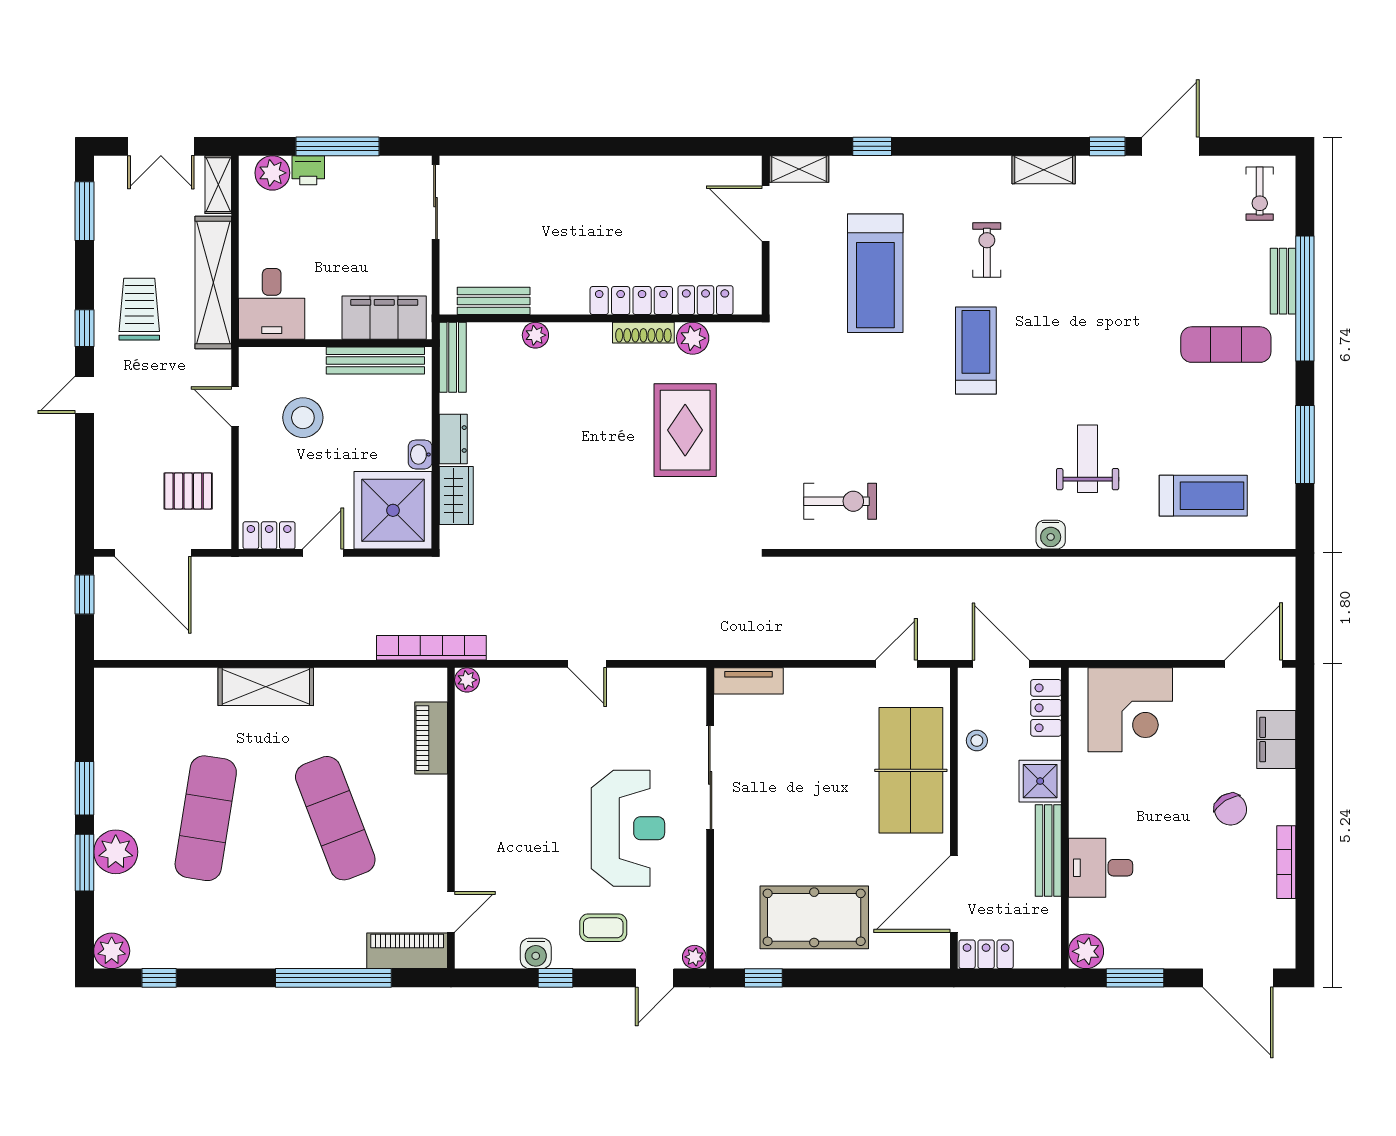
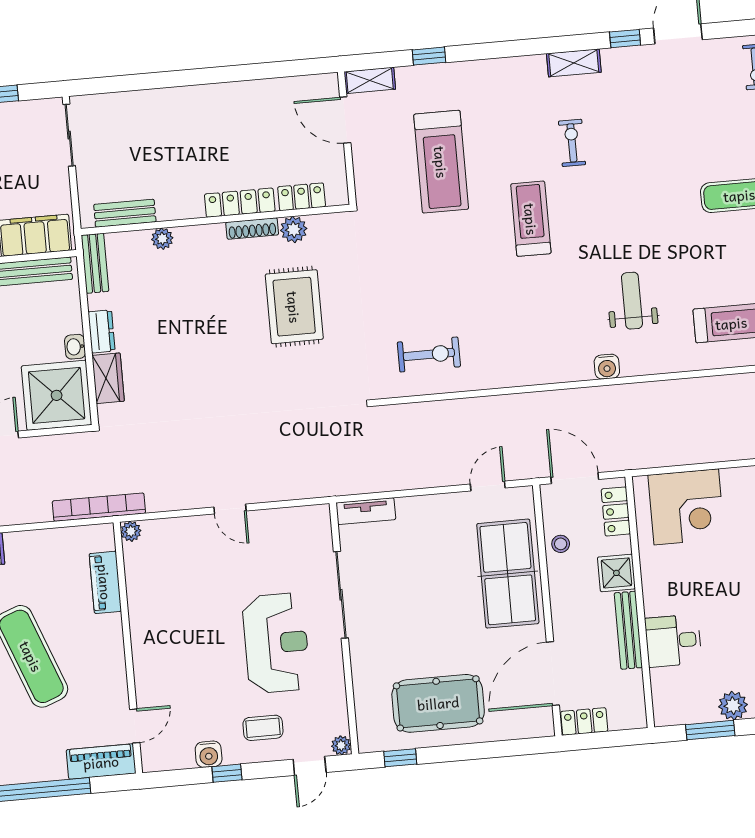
exercise bike: (987, 250) -> (572, 143), moved
plant: (1086, 951) -> (733, 706), moved

